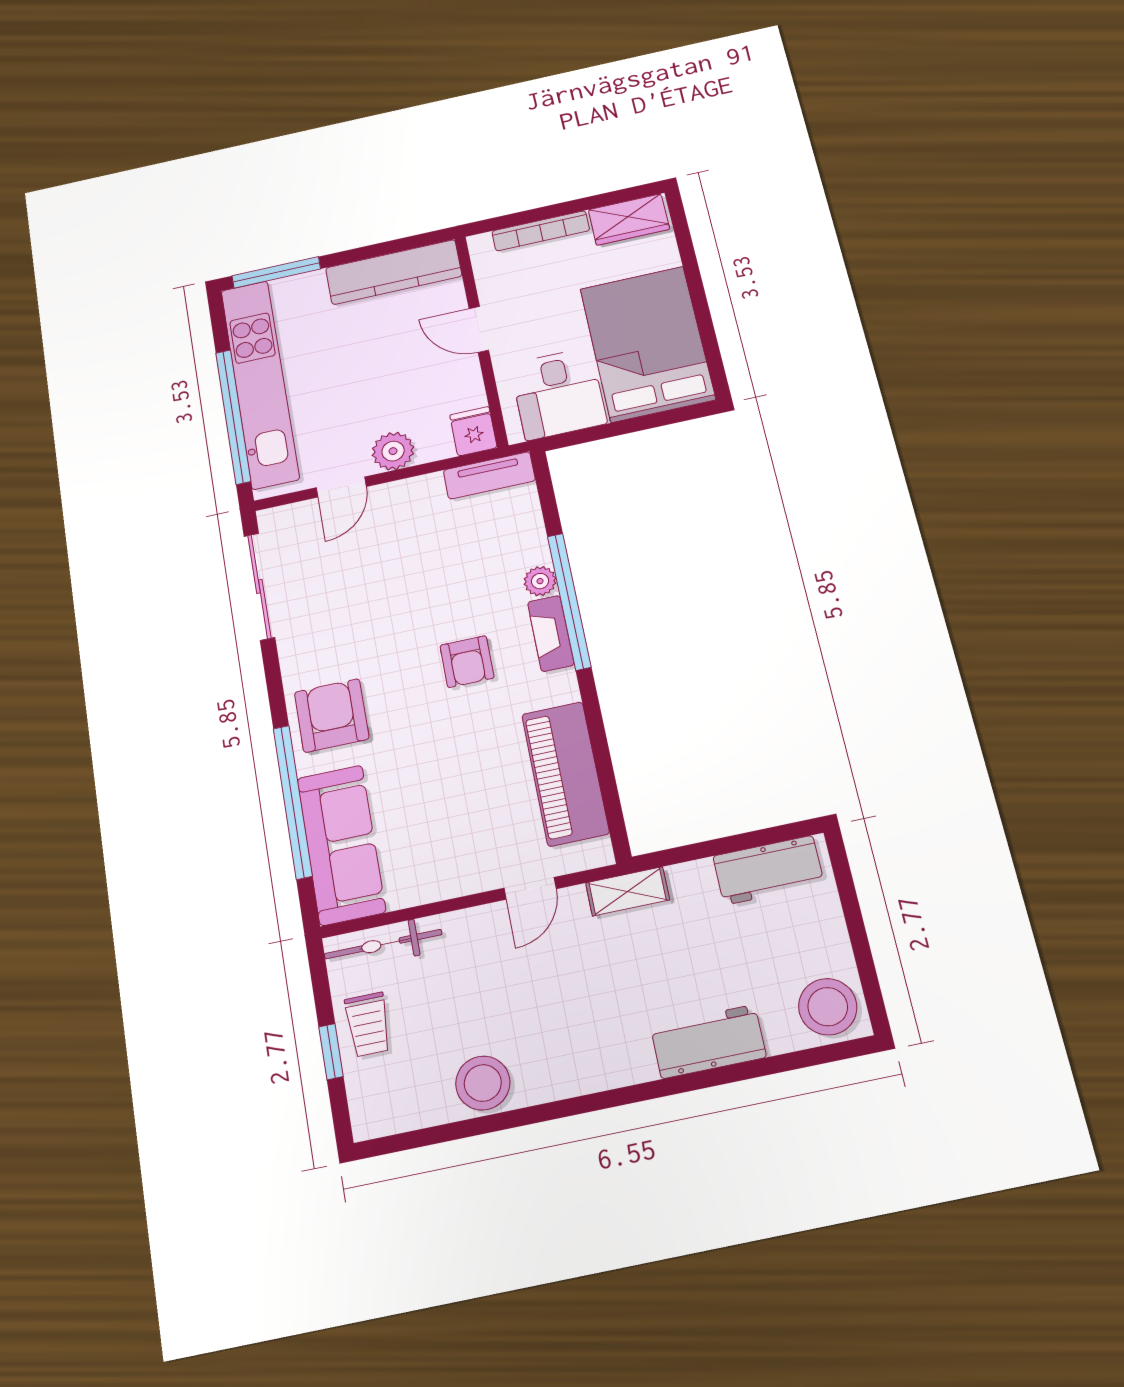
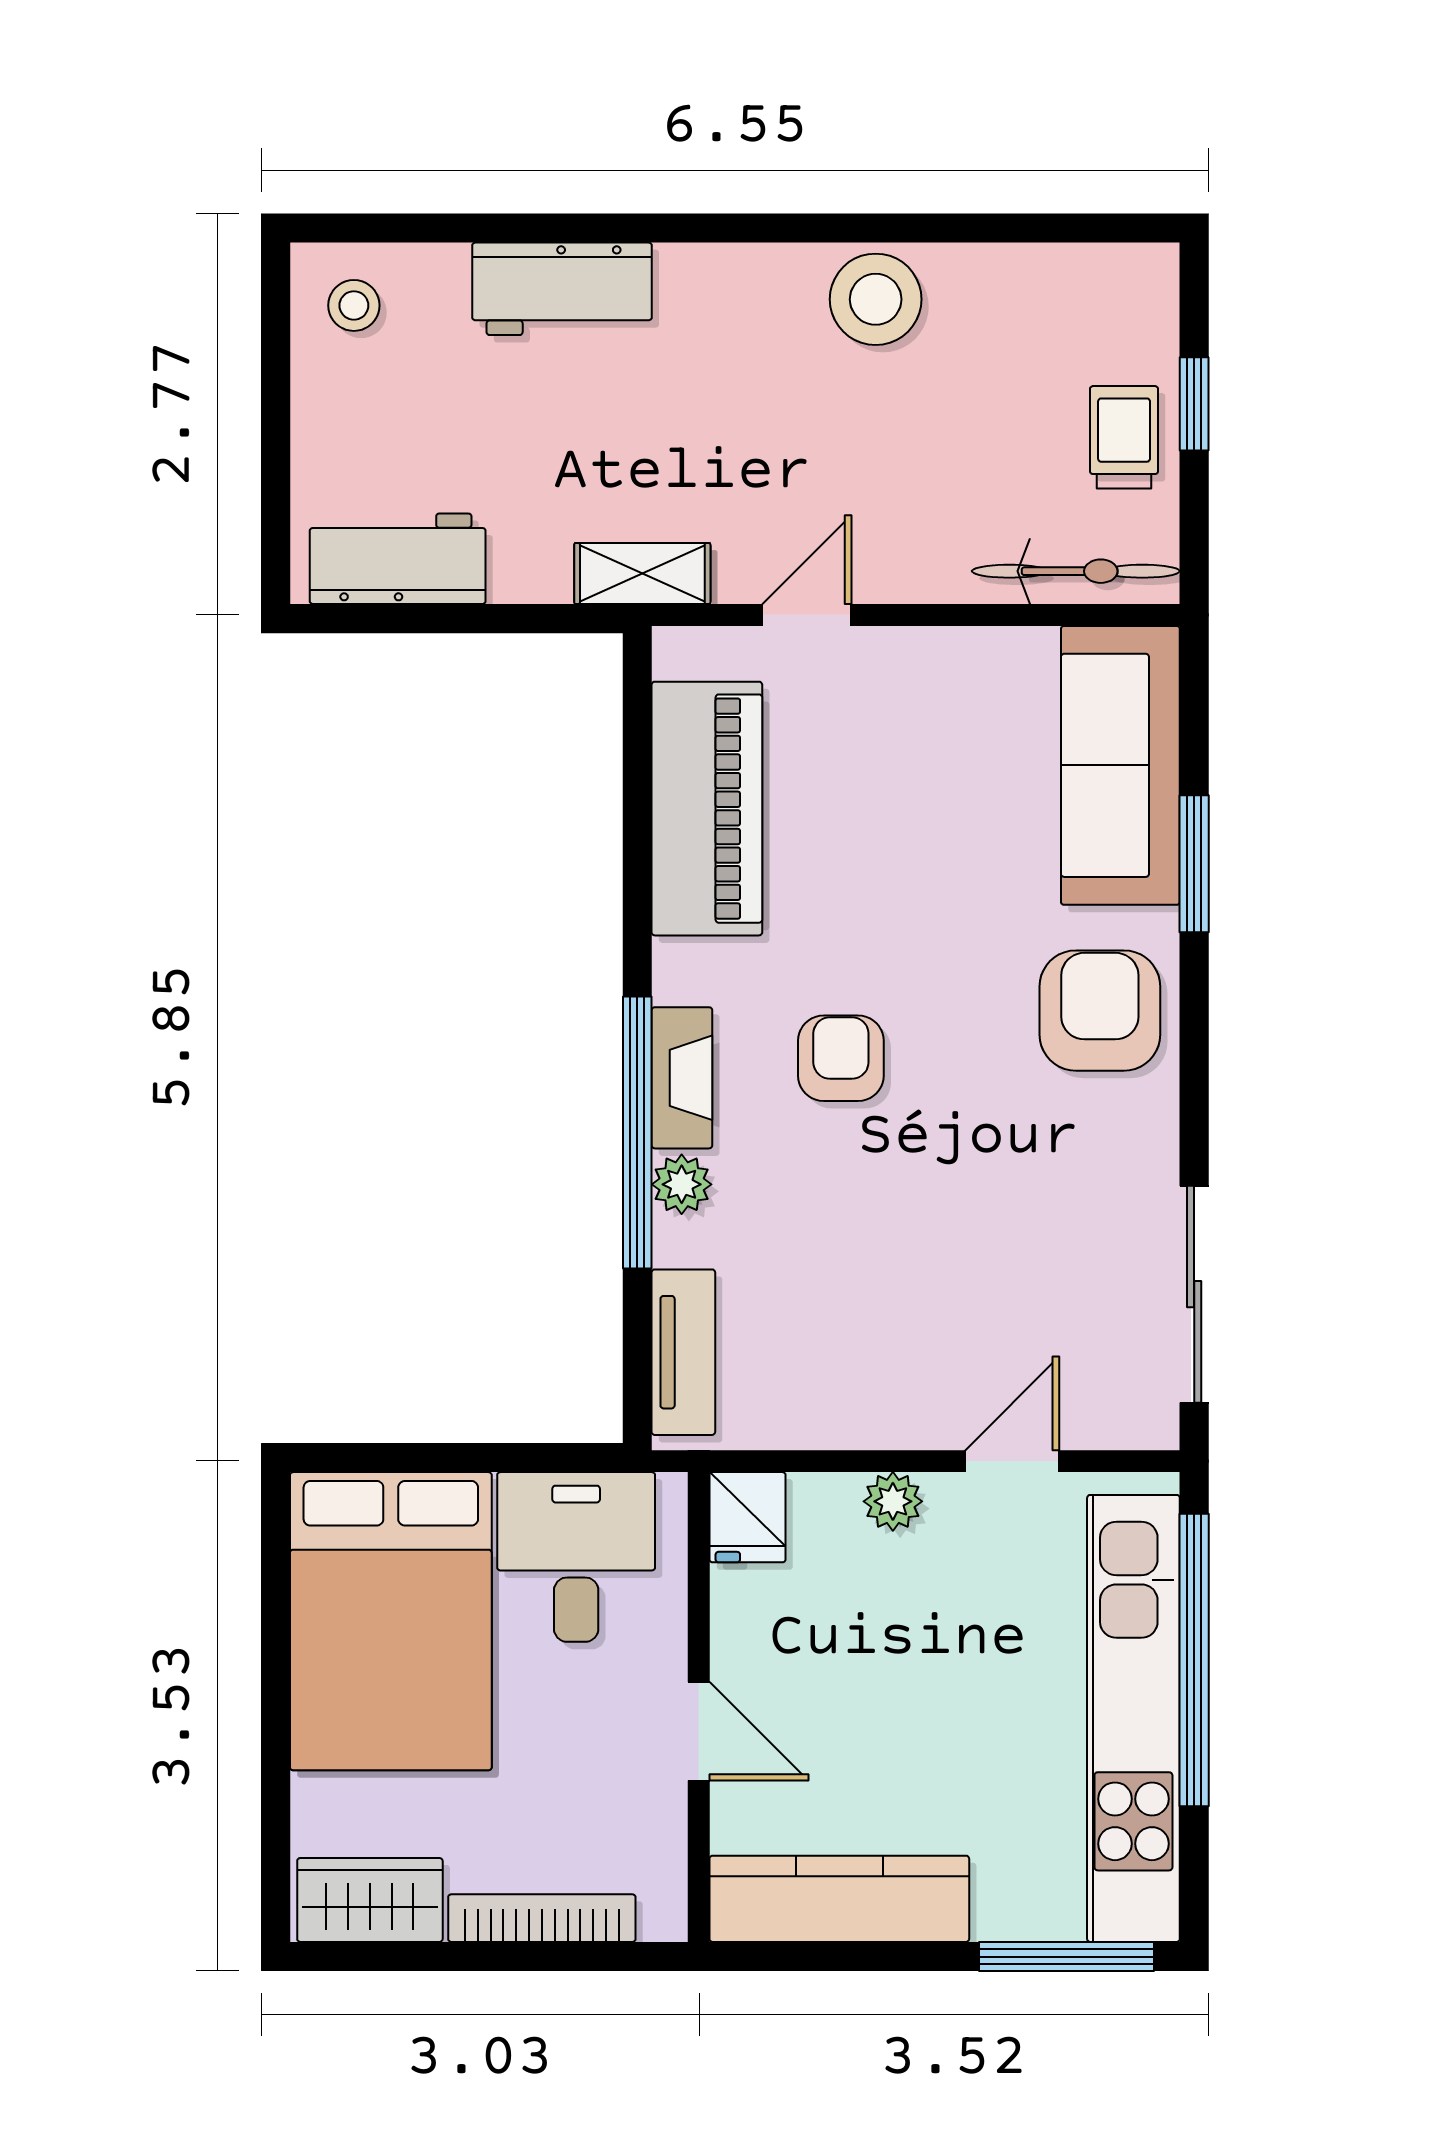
plant: (393, 451) -> (893, 1501), width x0.73, depth x0.73
tv unit: (489, 475) -> (683, 1352), moved, turned 90
armchair: (332, 715) -> (1100, 1011), turned 180
window: (292, 802) -> (1194, 864), width x0.47
stool: (828, 1007) -> (354, 305), width x0.53, depth x0.53
stool: (483, 1083) -> (876, 299), moved

